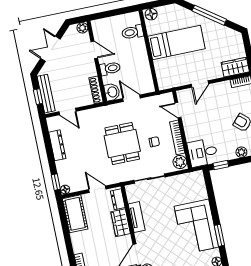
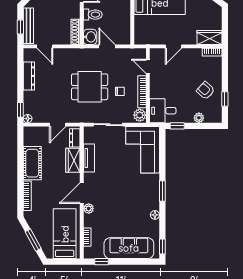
dining table: (122, 143) -> (90, 87), turned 90
door: (97, 189) -> (58, 125), swing flipped
cot: (75, 214) -> (32, 163), moved
corner sofa: (196, 227) -> (143, 150), moved

